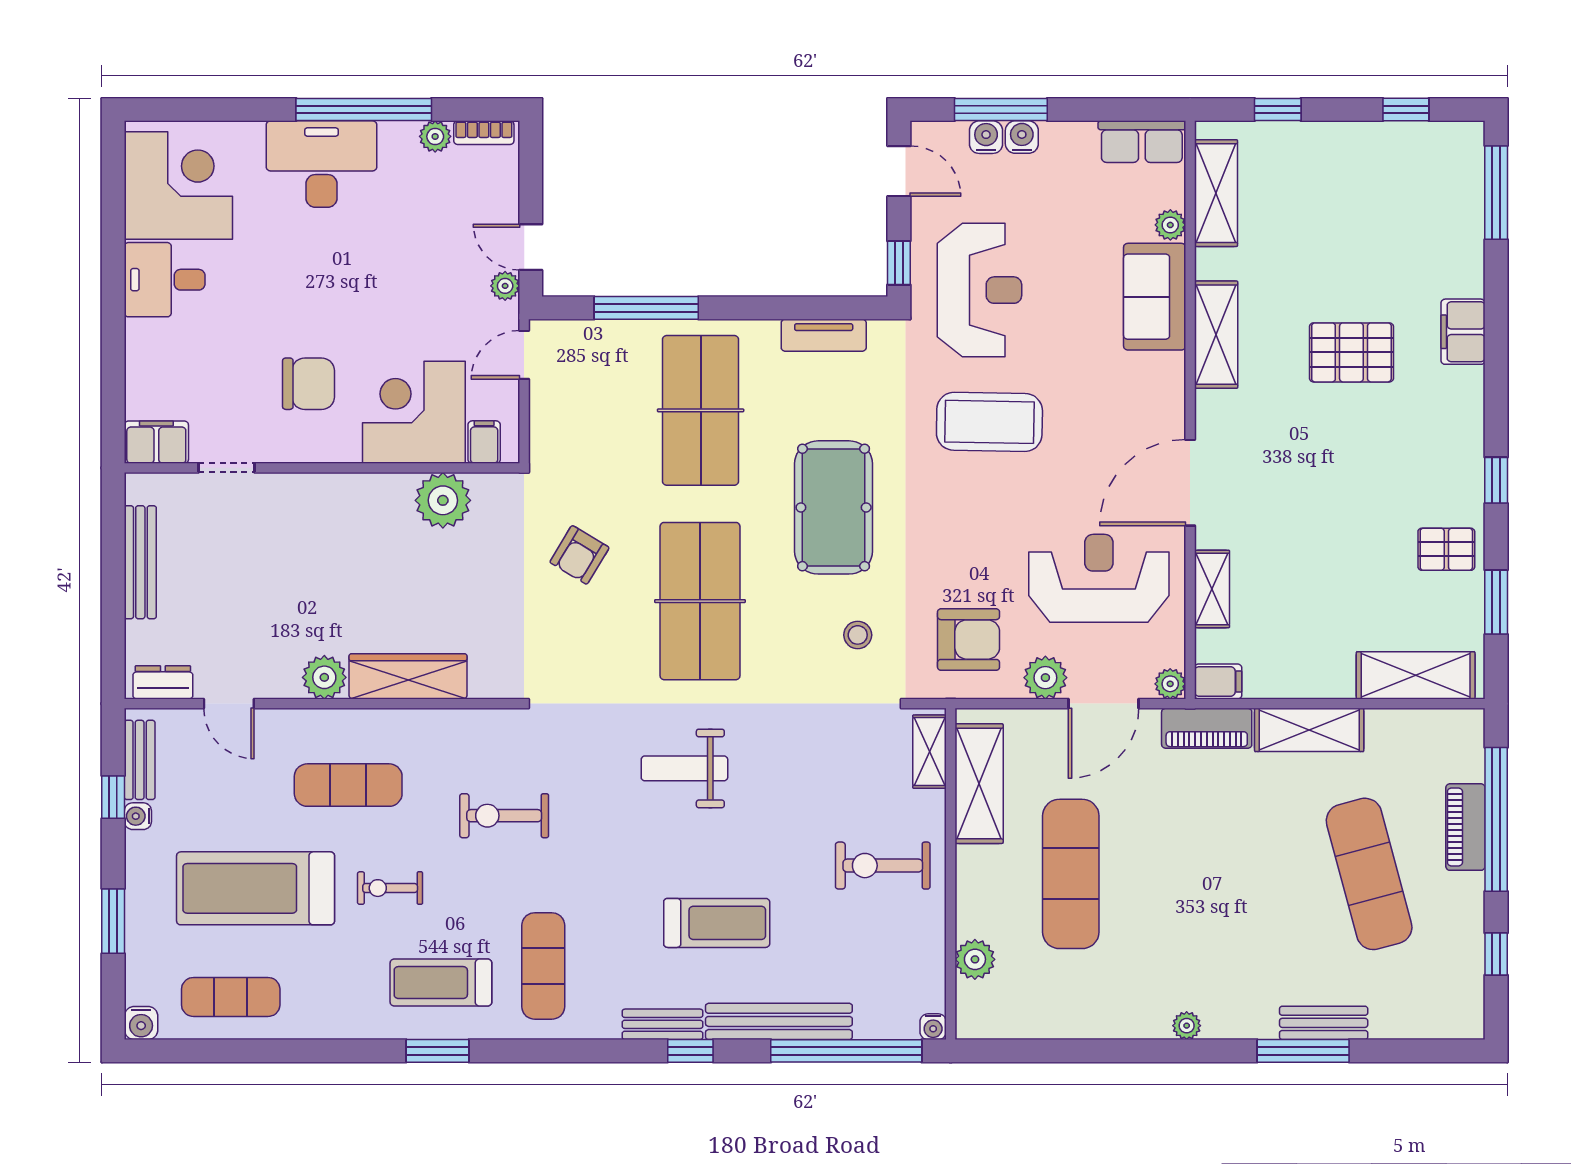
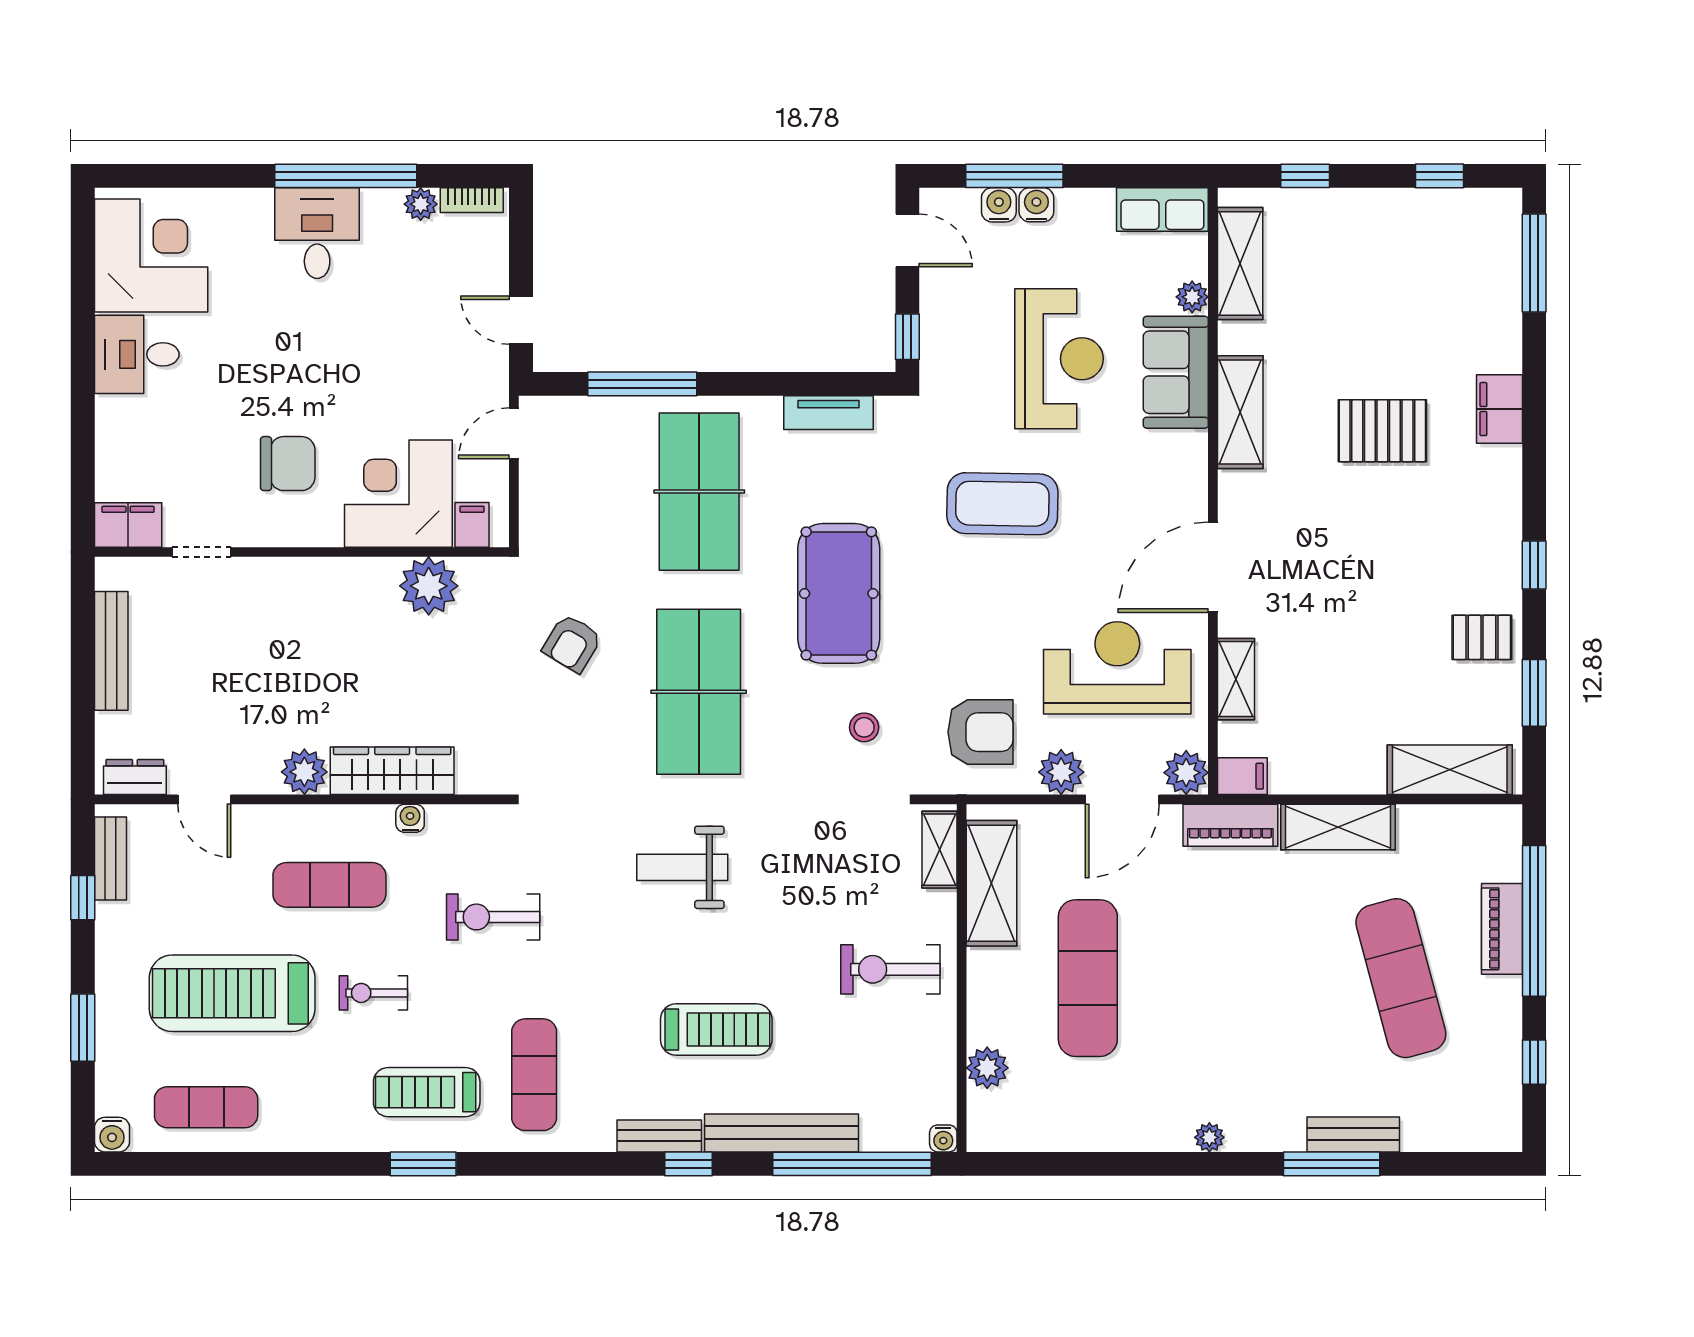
desk: (321, 164) -> (317, 233), width x0.73
plant: (505, 286) -> (494, 361), removed
reception desk: (980, 290) -> (1059, 359), moved
plant: (1170, 684) -> (1186, 773), width x1.38, depth x1.38
water cooler: (138, 816) -> (410, 818), moved, turned 90

